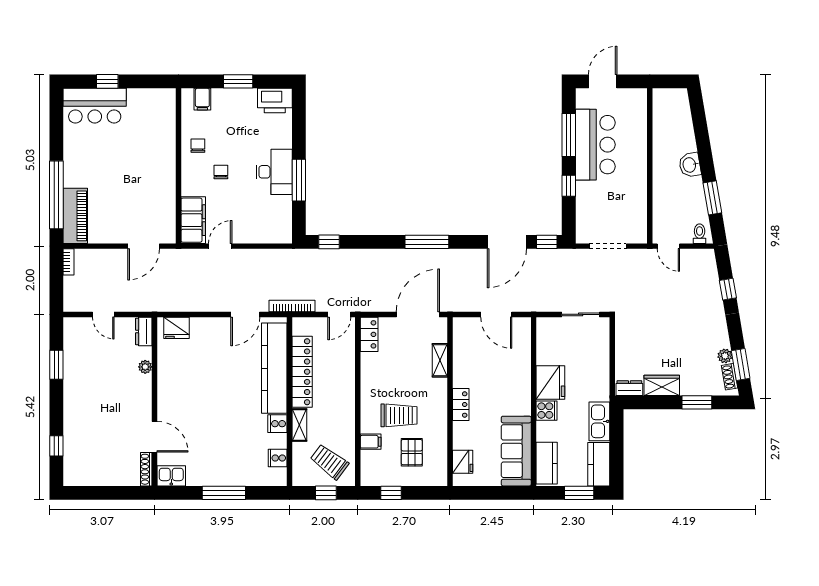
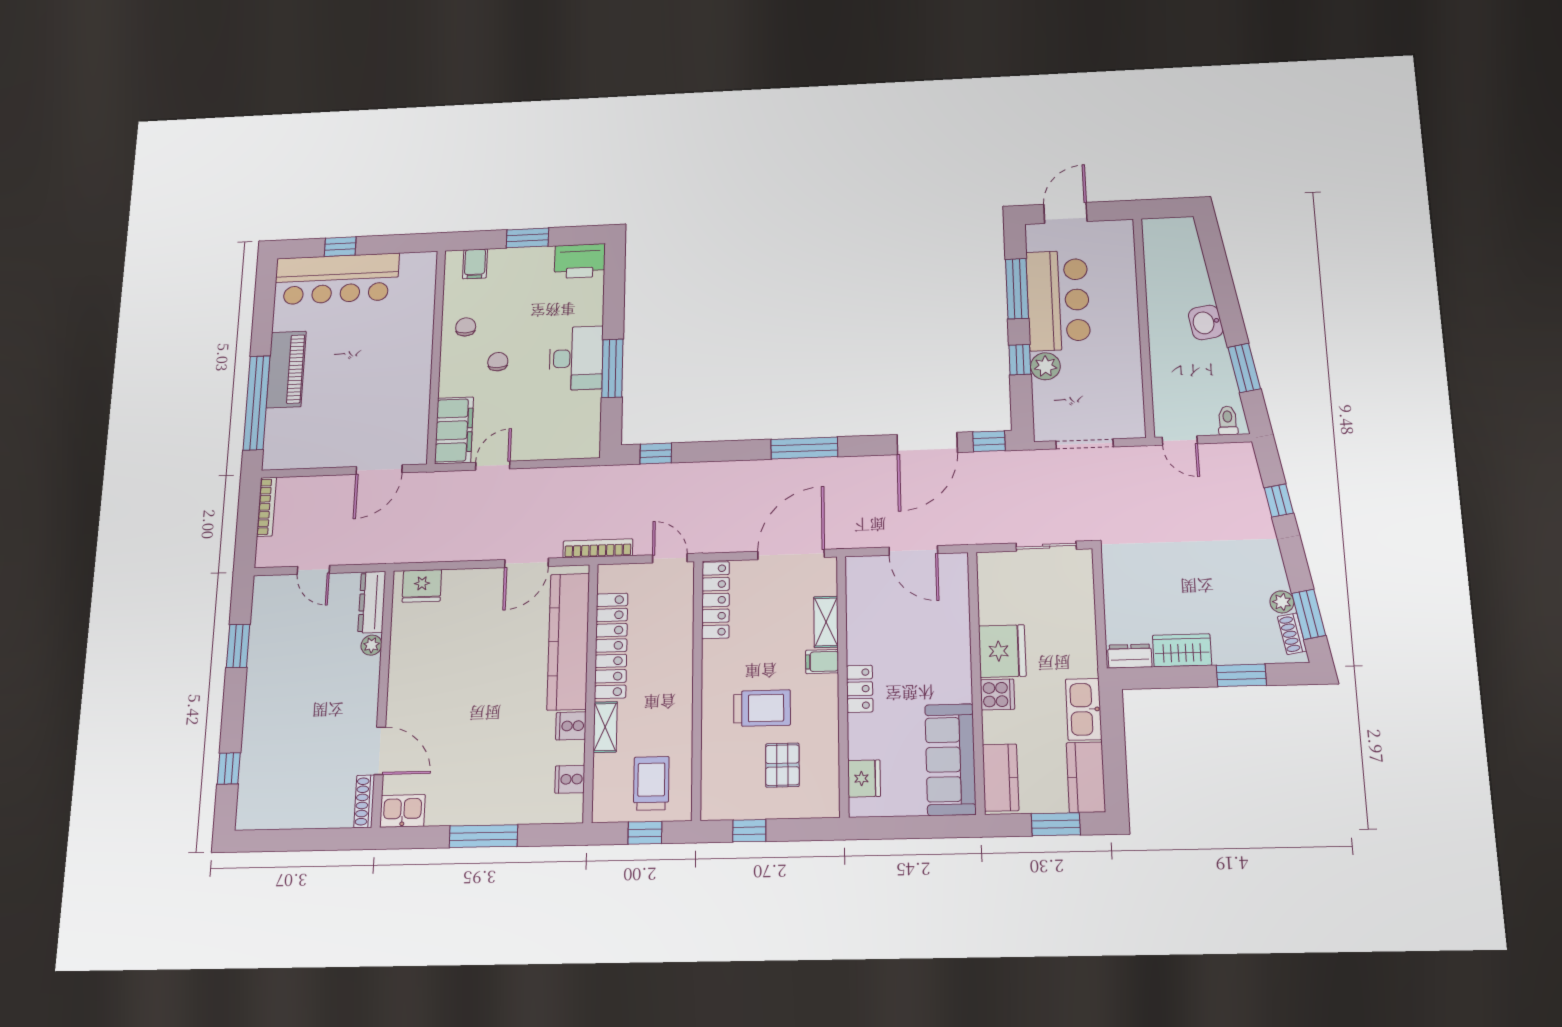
bar counter: (95, 106) -> (337, 279), width x1.36
plant: (585, 191) -> (1045, 366), added
piano: (75, 216) -> (286, 369), moved
bookcase: (68, 262) -> (266, 507), width x1.56
door: (339, 314) -> (670, 558), swing flipped
dresser: (144, 331) -> (372, 602), width x1.44
locker: (369, 334) -> (715, 600), width x1.53
filing cabinet: (371, 442) -> (822, 662), moved, turned 180
trolley: (329, 462) -> (651, 783), turned 53

